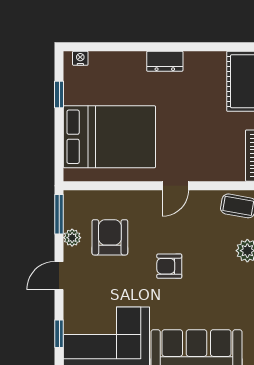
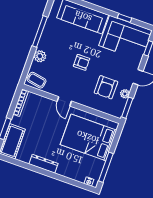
dresser: (165, 61) -> (44, 164), width x1.44
window: (59, 95) -> (106, 167), width x2.17
door: (175, 186) -> (64, 101), swing flipped

